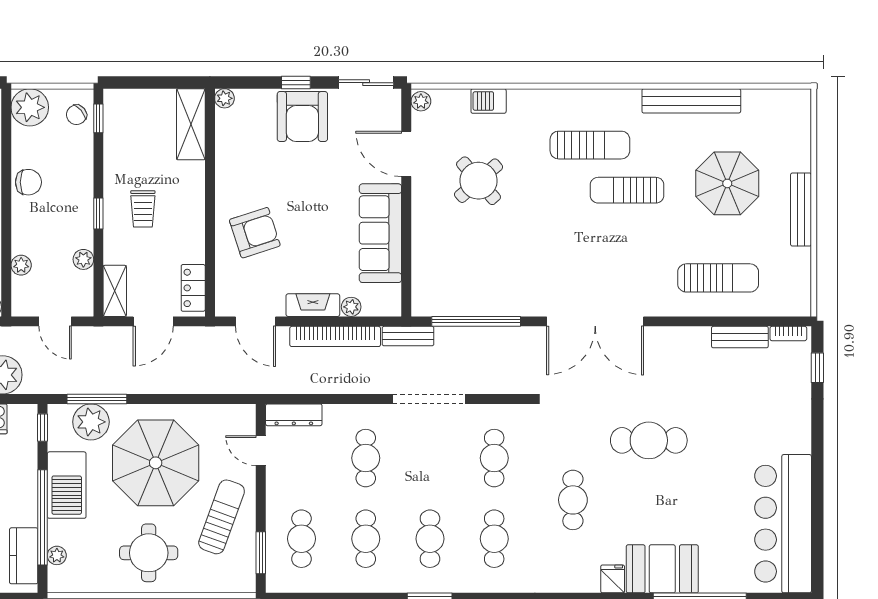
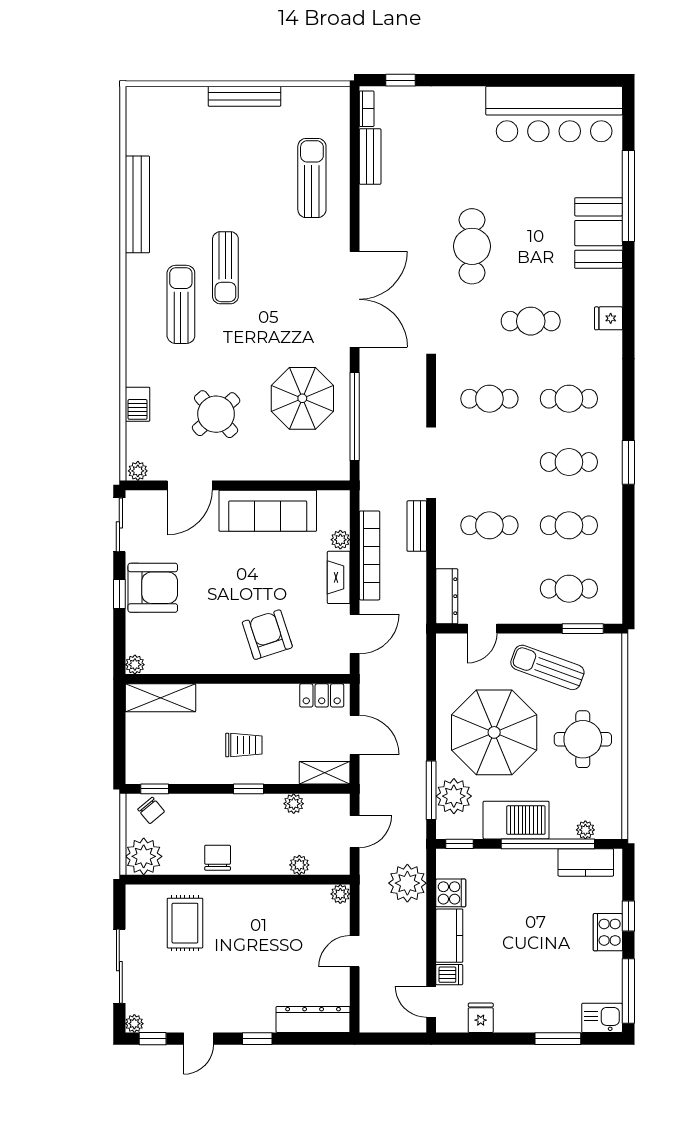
parasol: (727, 183) -> (302, 398), moved
bench: (408, 336) -> (417, 526), moved
fridge: (613, 579) -> (609, 318), moved

